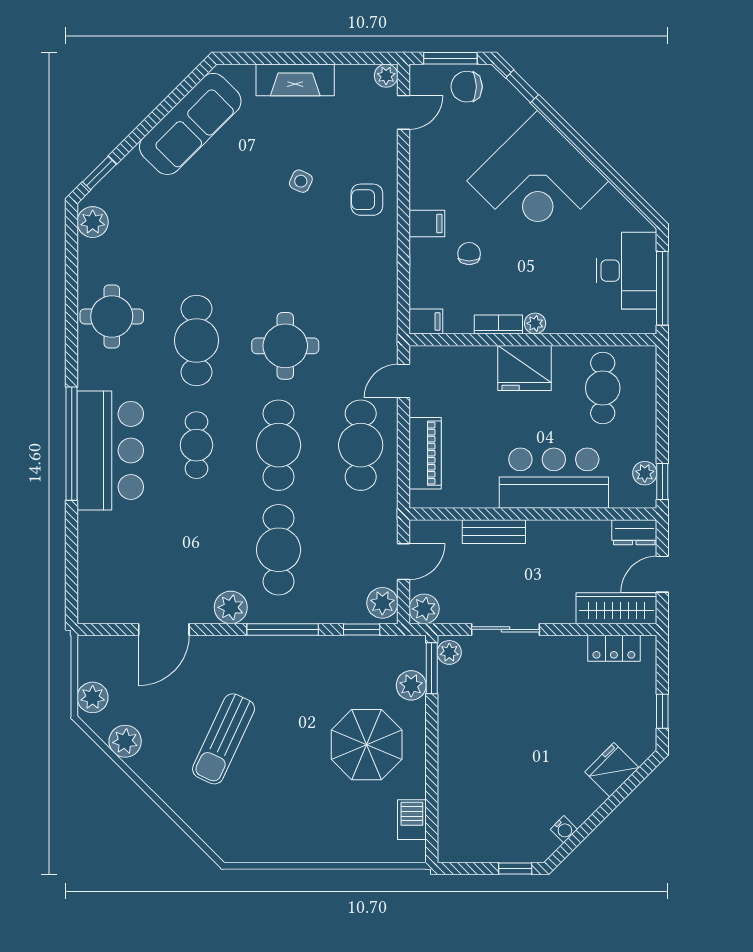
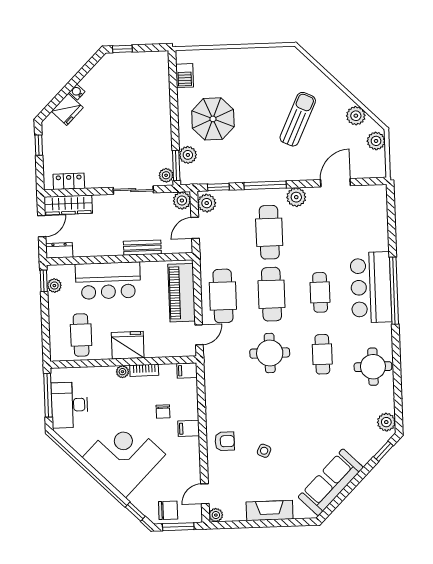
cafe table: (196, 340) -> (322, 354), width x0.73, depth x0.74
piano: (425, 453) -> (182, 293), width x1.37, depth x1.33
water cooler: (564, 829) -> (77, 92), moved

